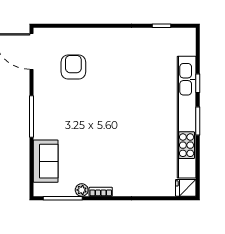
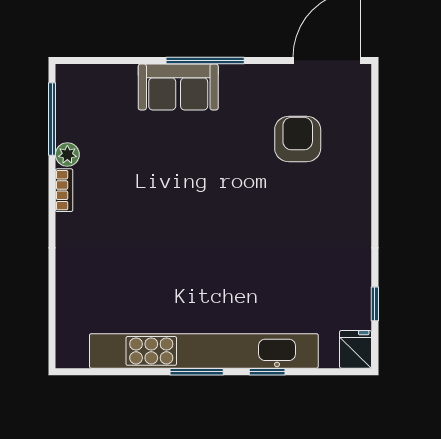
armchair: (73, 67) -> (298, 139), turned -90
sofa: (46, 161) -> (178, 87), moved
fridge: (186, 188) -> (355, 349), moved

